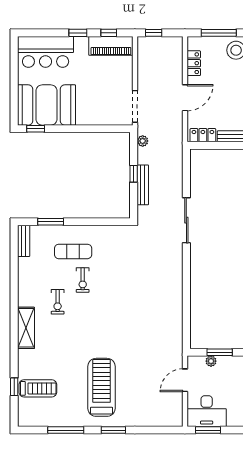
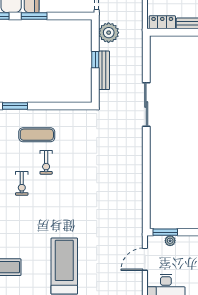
window: (70, 129) -> (34, 16), added
plant: (143, 141) -> (109, 33), width x1.88, depth x1.88
window: (220, 352) -> (165, 232), moved

